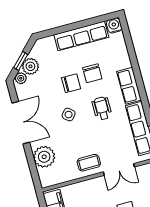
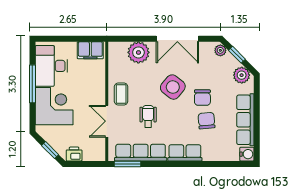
plant: (30, 66) -> (242, 75), moved
chair: (92, 73) -> (206, 121), turned 85
wheelchair: (102, 108) -> (148, 116), moved, turned -90
side table: (69, 115) -> (173, 87), width x1.87, depth x1.87

